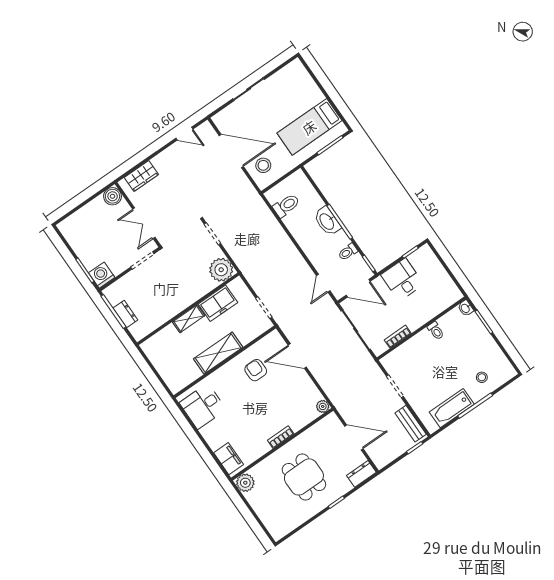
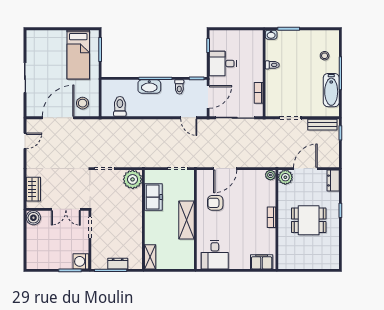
shelving: (189, 319) -> (150, 257), moved
plant: (245, 483) -> (285, 177), moved

